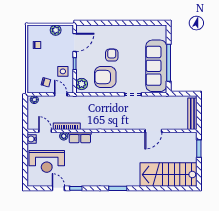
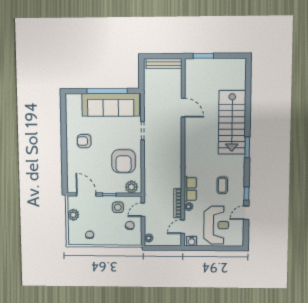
armchair: (112, 55) -> (84, 141), moved
coffee table: (83, 166) -> (222, 185), added
stairs: (169, 175) -> (232, 122), moved

